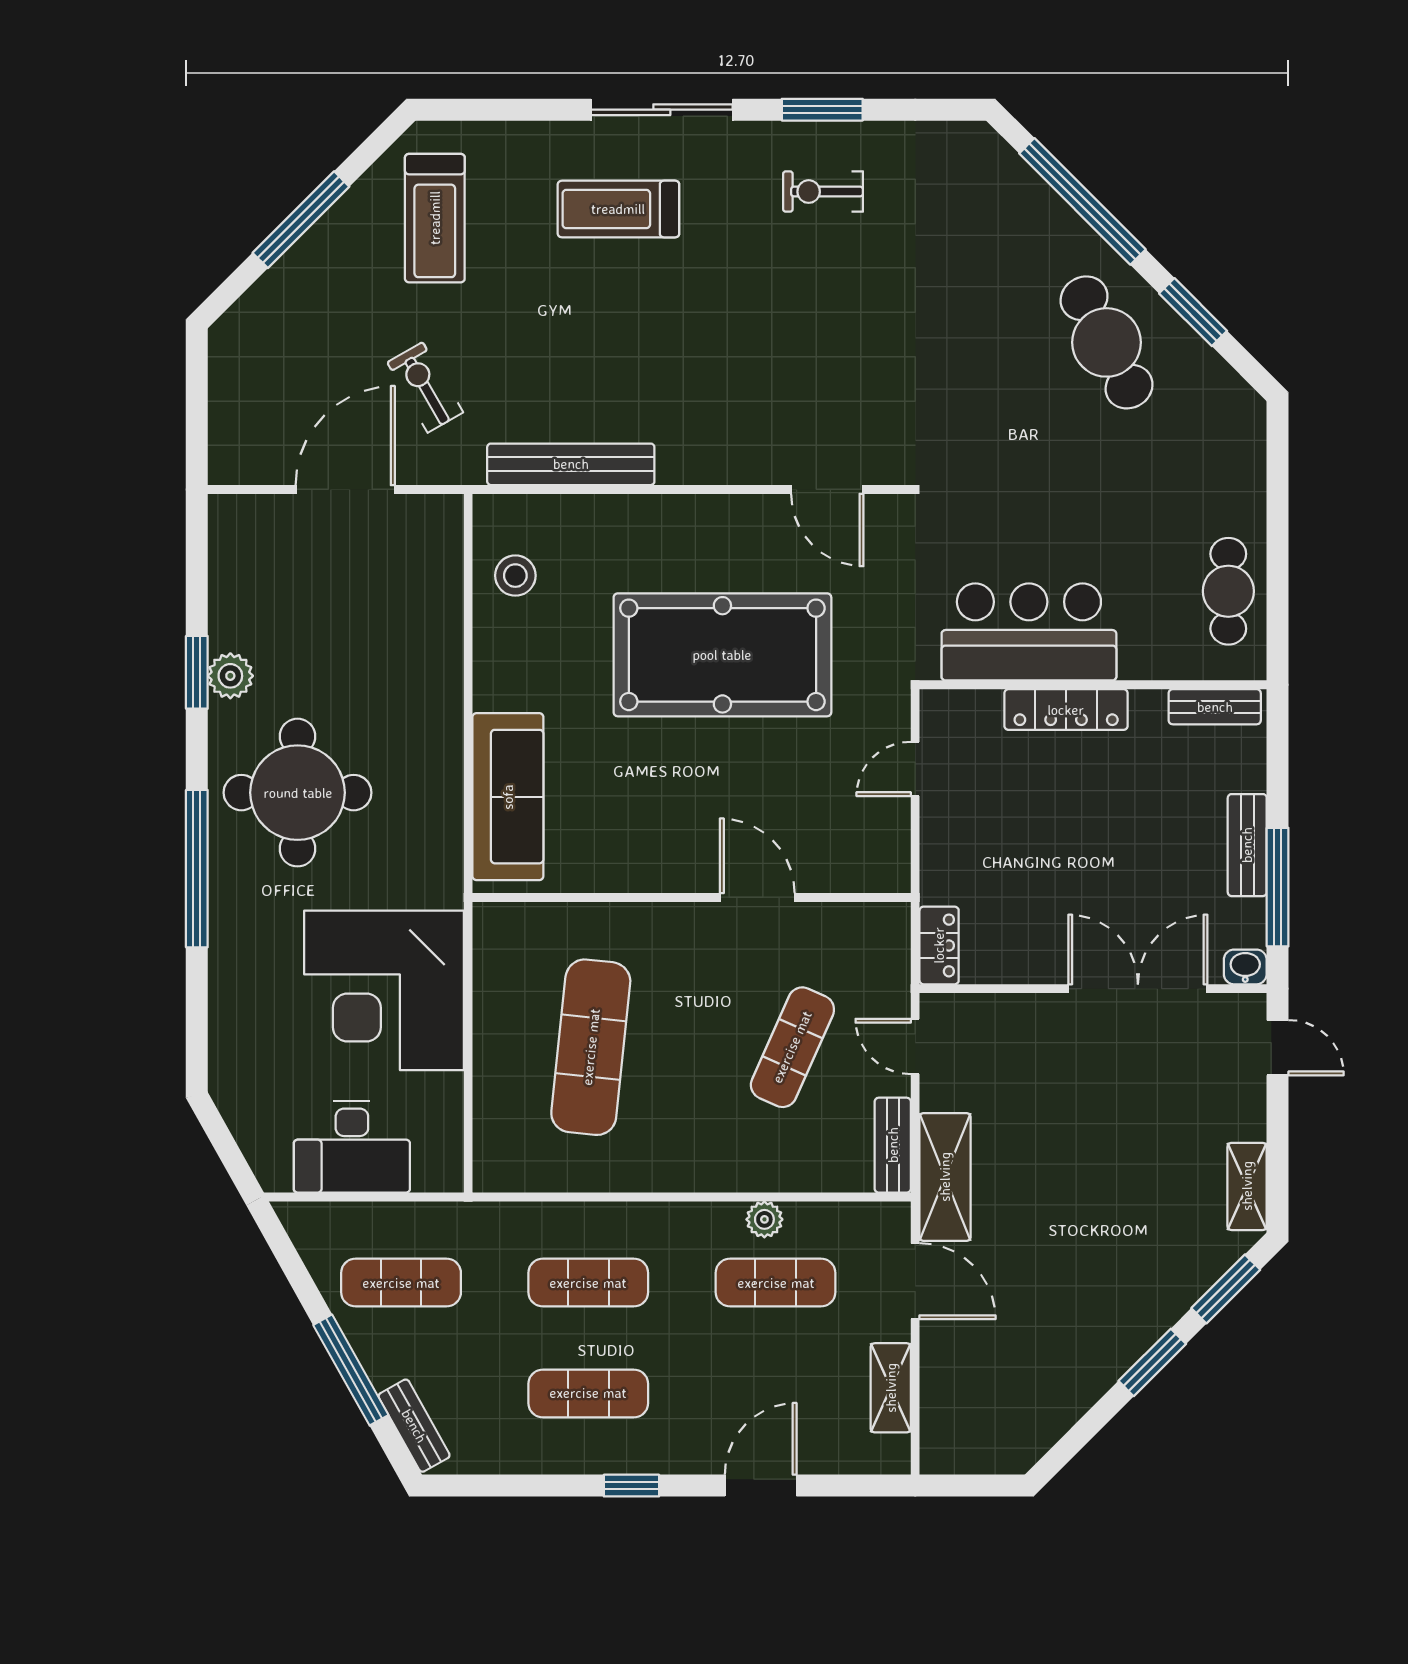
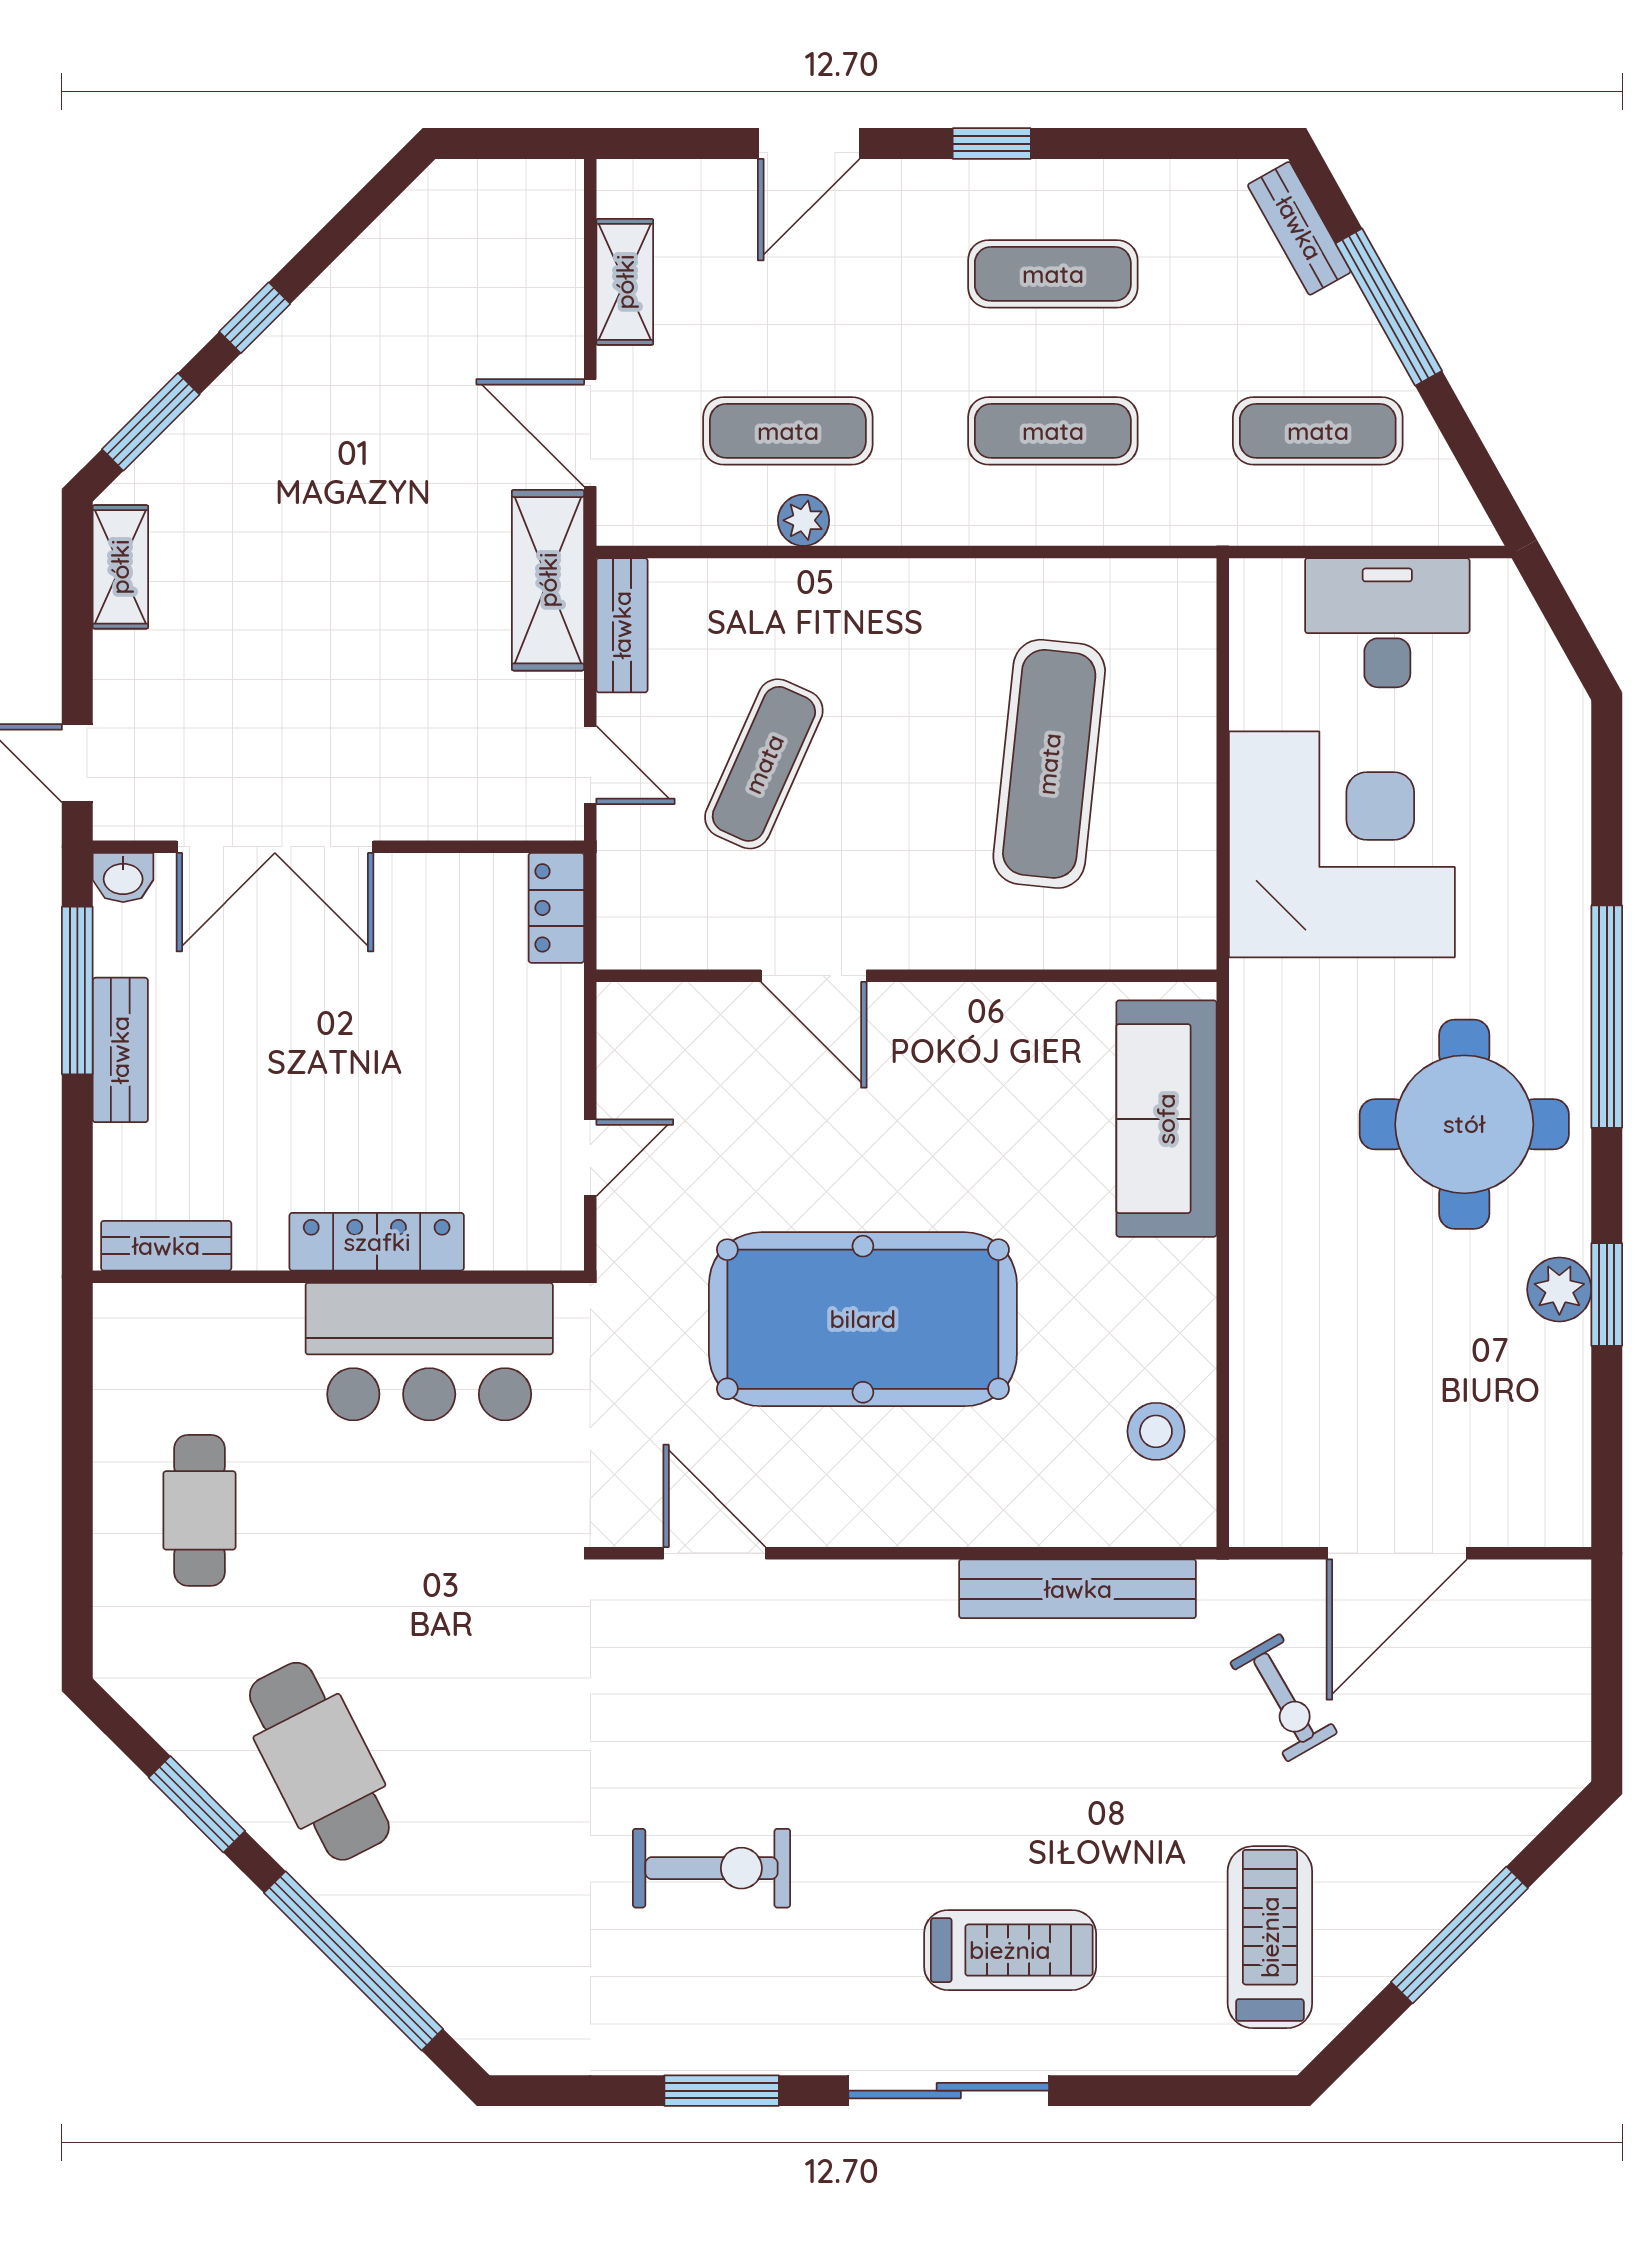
exercise bike: (823, 192) -> (711, 1868), moved, width x1.38, depth x1.39
cafe table: (1228, 591) -> (199, 1510), moved
window: (1152, 1362) -> (255, 318), width x0.67

